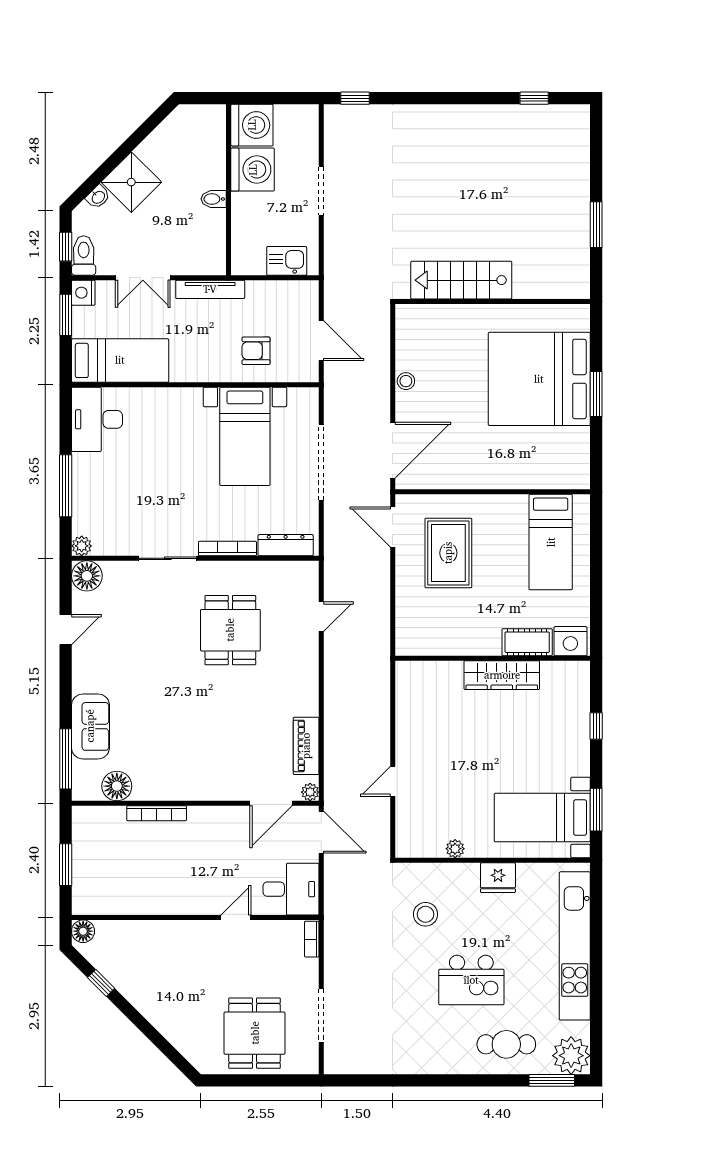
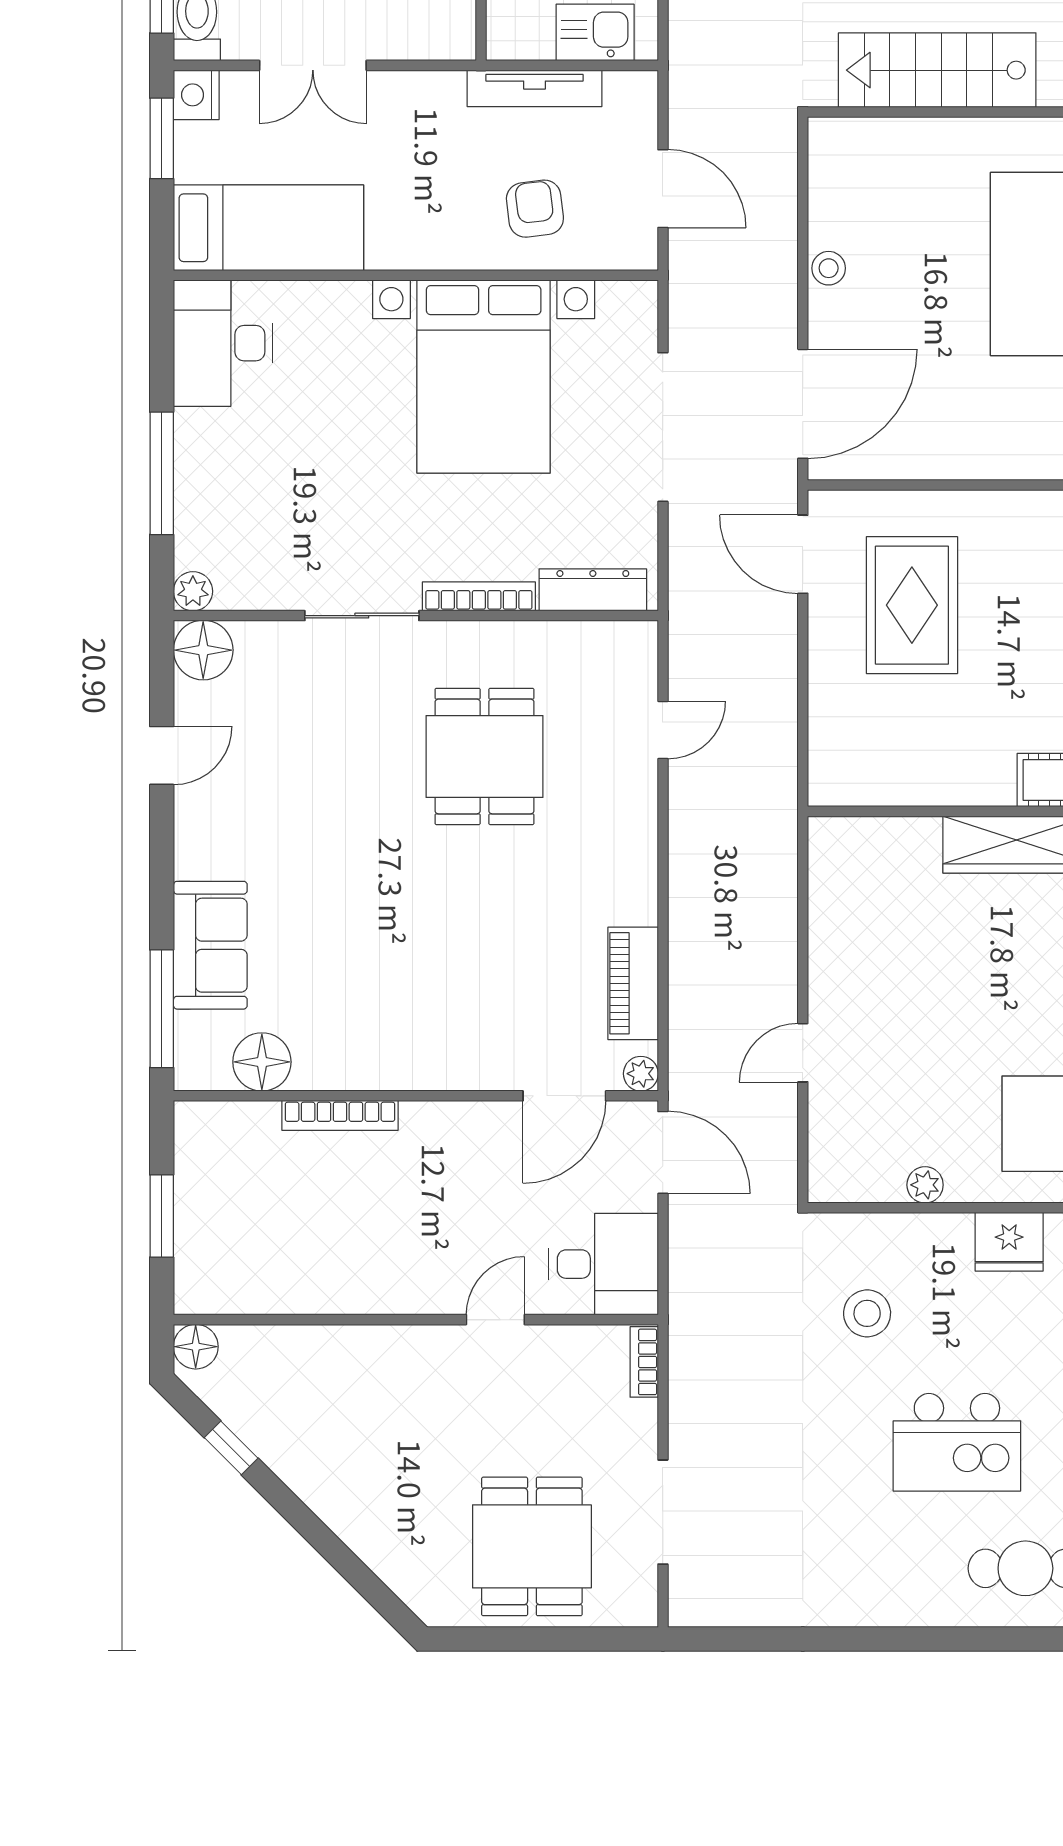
tv unit: (210, 289) -> (534, 88), moved
armchair: (256, 351) -> (535, 209), turned 83
bed with nightstands: (245, 436) -> (484, 376), width x1.36

